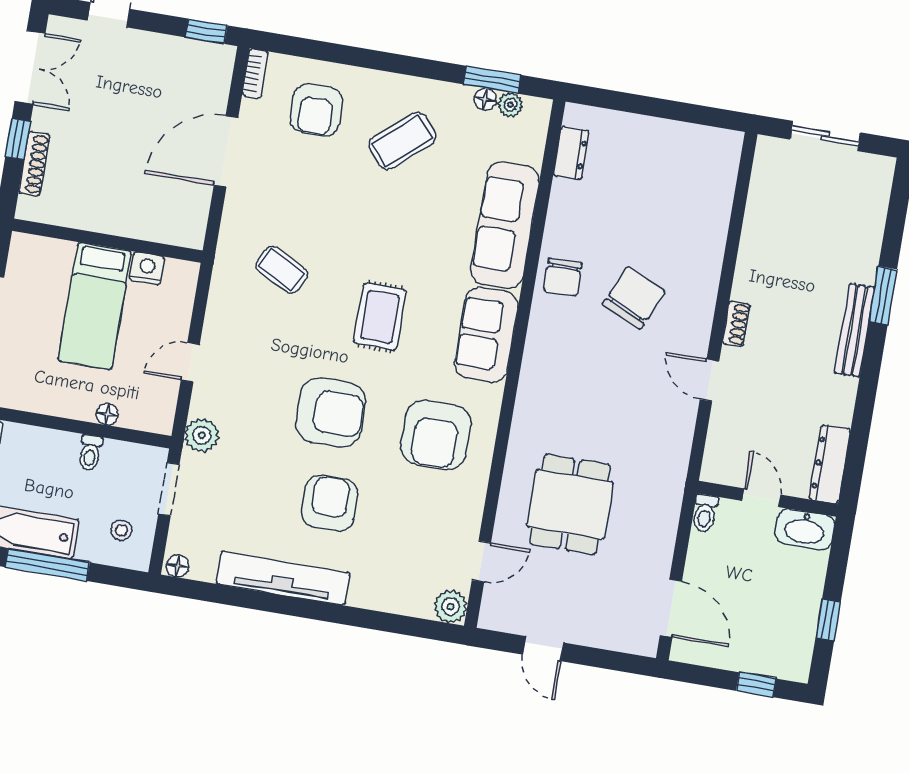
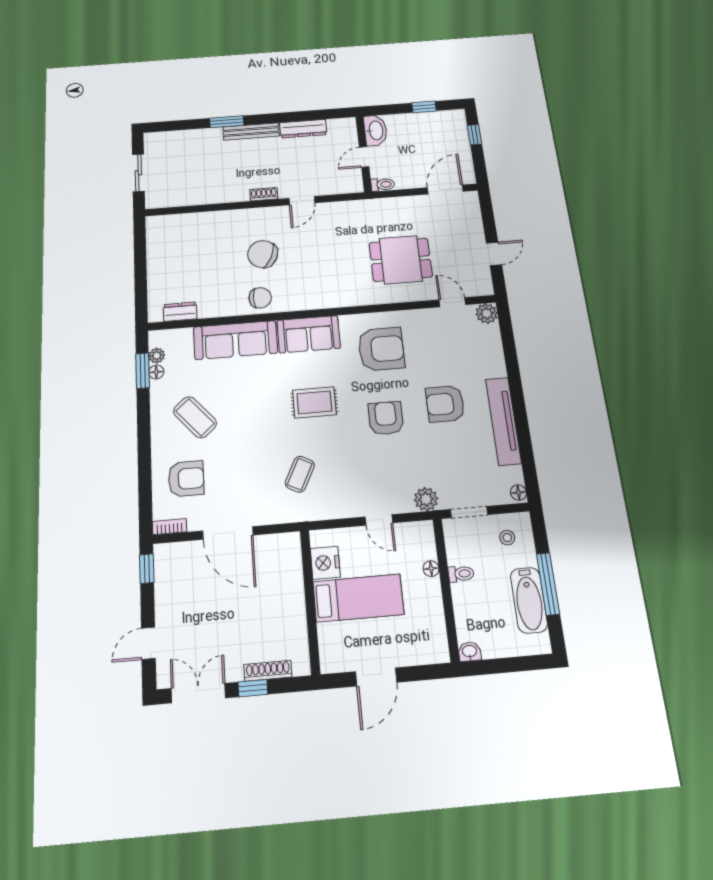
nightstand: (147, 268) -> (325, 563), width x1.36, depth x1.33
armchair: (331, 412) -> (386, 418), width x0.73, depth x0.73
dresser: (830, 464) -> (303, 129), moved

